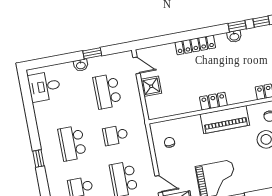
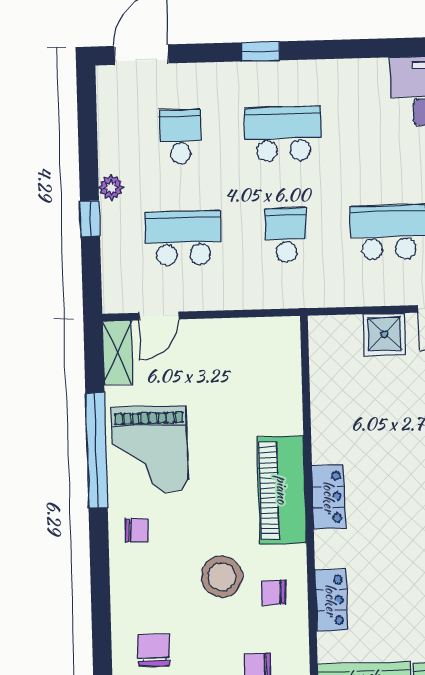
locker: (213, 101) -> (329, 497), moved
chair: (170, 142) -> (137, 530), moved

